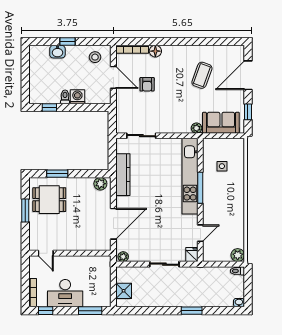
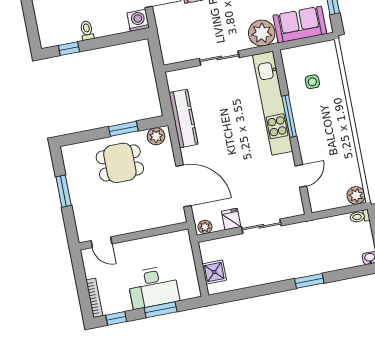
washing machine: (77, 97) -> (138, 20), moved
plant: (196, 128) -> (262, 33), width x1.88, depth x1.88
sliding door: (141, 136) -> (219, 58), moved
window: (57, 174) -> (123, 129), moved
dining table: (49, 200) -> (120, 163), moved
door: (113, 224) -> (183, 186), hinge flipped
fridge: (192, 255) -> (231, 219), moved
desk: (65, 293) -> (153, 287), moved
window: (90, 311) -> (161, 310), moved

